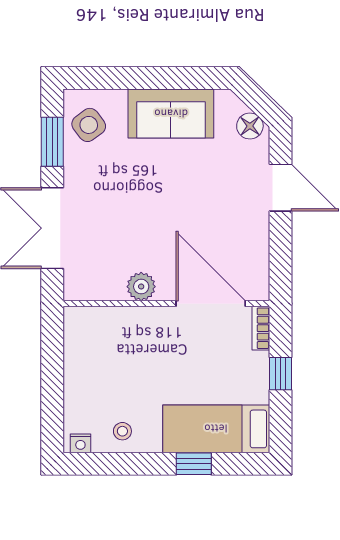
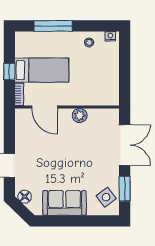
door: (211, 304) -> (45, 107), width x0.73
bed: (216, 429) -> (42, 70), moved
window: (194, 464) -> (53, 26), width x2.17

